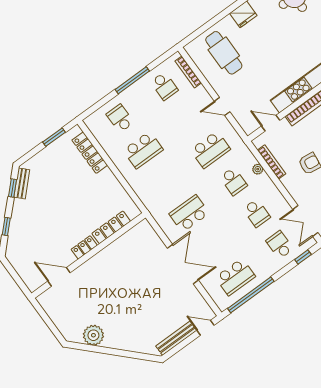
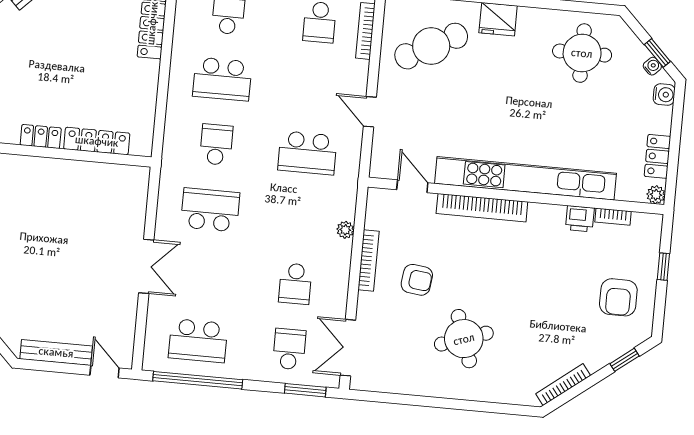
cafe table: (224, 53) -> (431, 46), turned 62
bookcase: (272, 162) -> (369, 260), moved
school desk: (233, 181) -> (216, 144), moved, turned 180
window: (303, 257) -> (305, 390), width x1.50
double door: (183, 264) -> (146, 266), width x0.73

